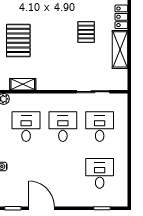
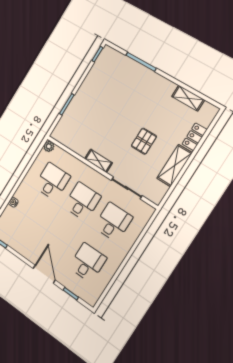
pallet: (86, 32) -> (144, 141), moved
pallet: (18, 40) -> (91, 104), removed
shelving: (23, 84) -> (98, 161), moved
door: (42, 208) -> (44, 274), moved

